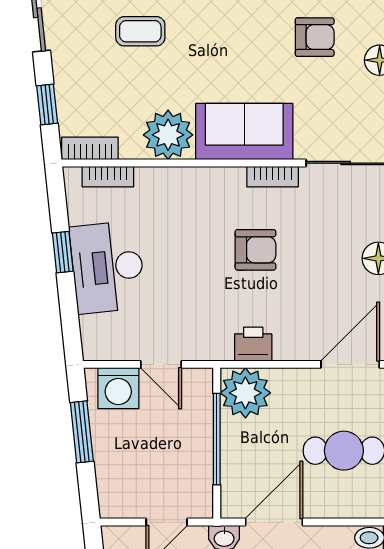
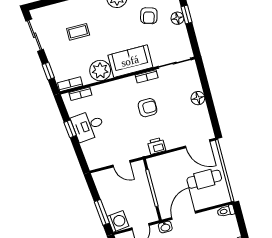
armchair: (315, 37) -> (149, 16), turned 106
desk: (108, 267) -> (88, 126), width x0.73
door: (350, 364) -> (198, 144), swing flipped
washing machine: (118, 388) -> (118, 221), moved, turned -96
plant: (245, 393) -> (159, 166), removed
window: (82, 432) -> (102, 212), moved

